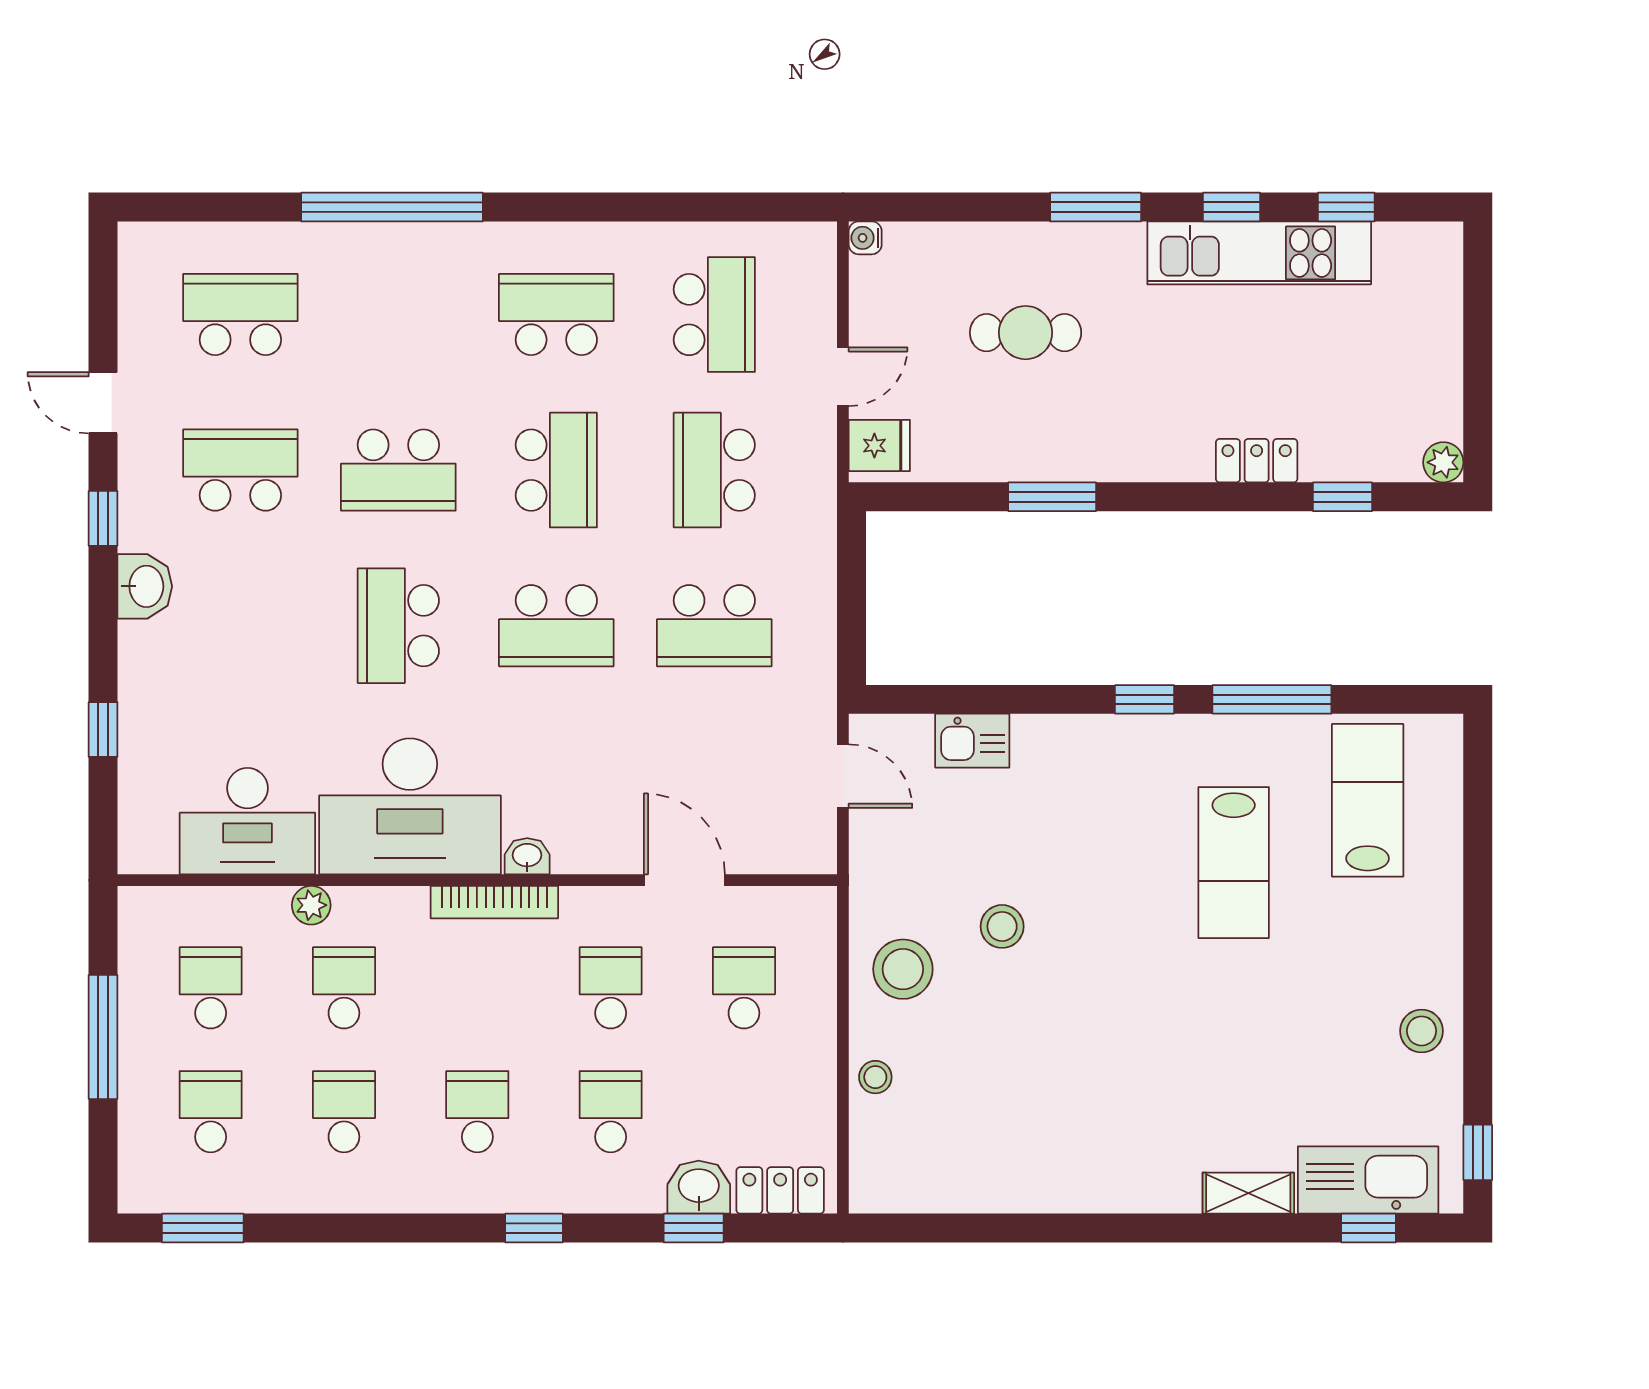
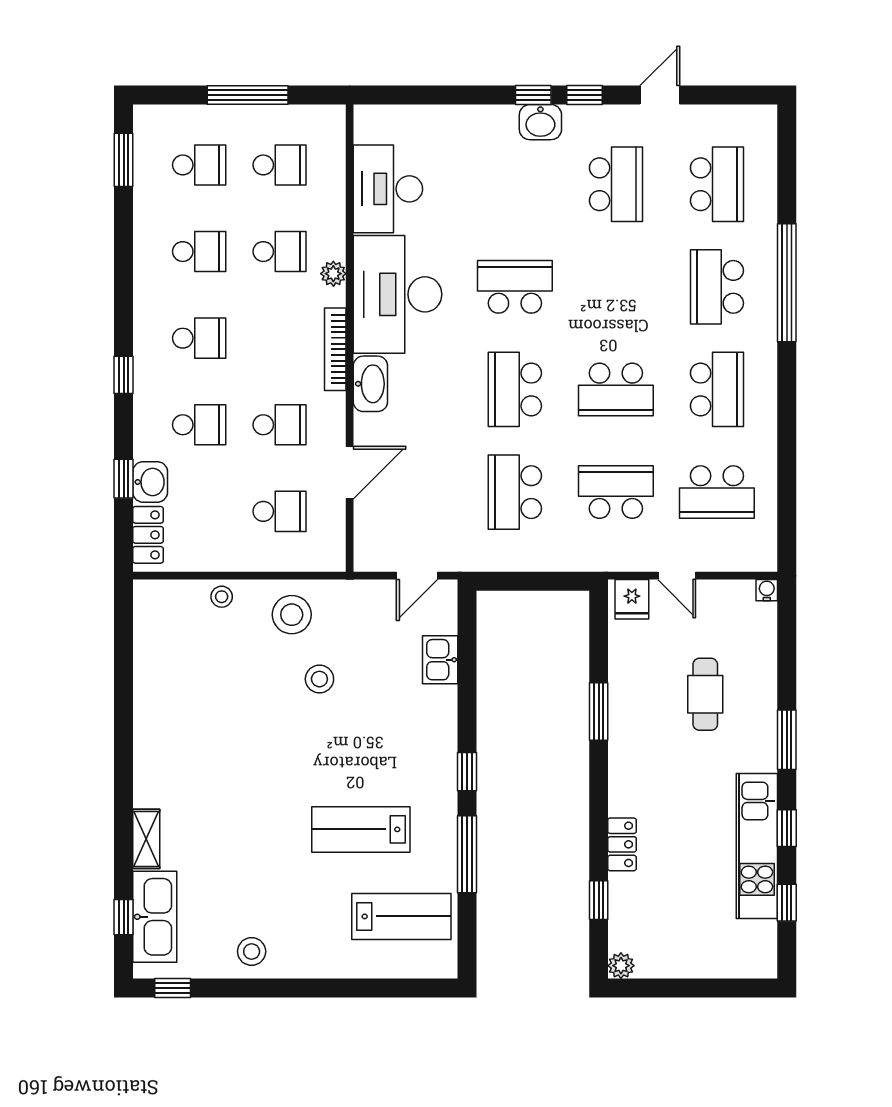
school desk: (398, 470) -> (717, 287), moved
window: (103, 729) -> (533, 95), moved
washbasin: (527, 856) -> (370, 384), width x1.91, depth x1.45
plant: (311, 905) -> (333, 274), moved

